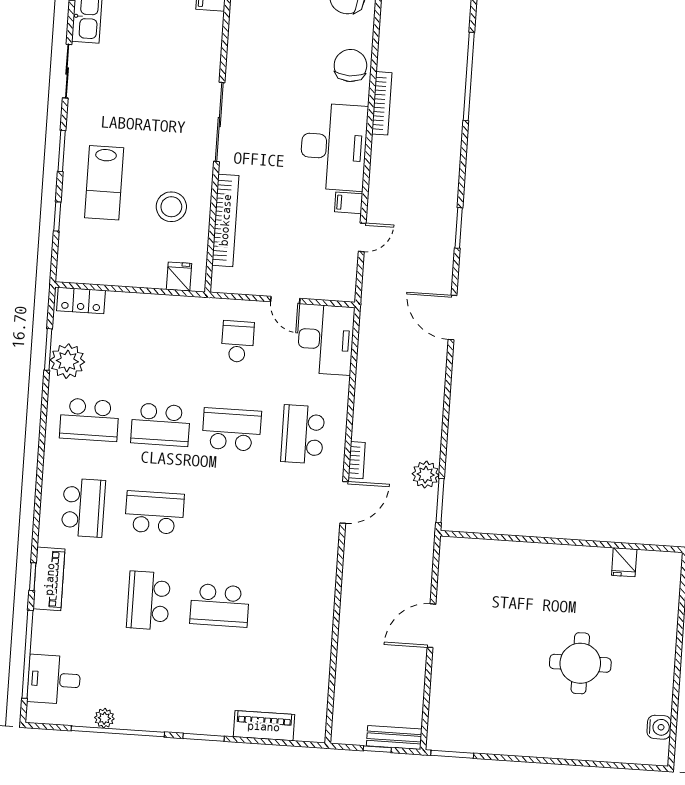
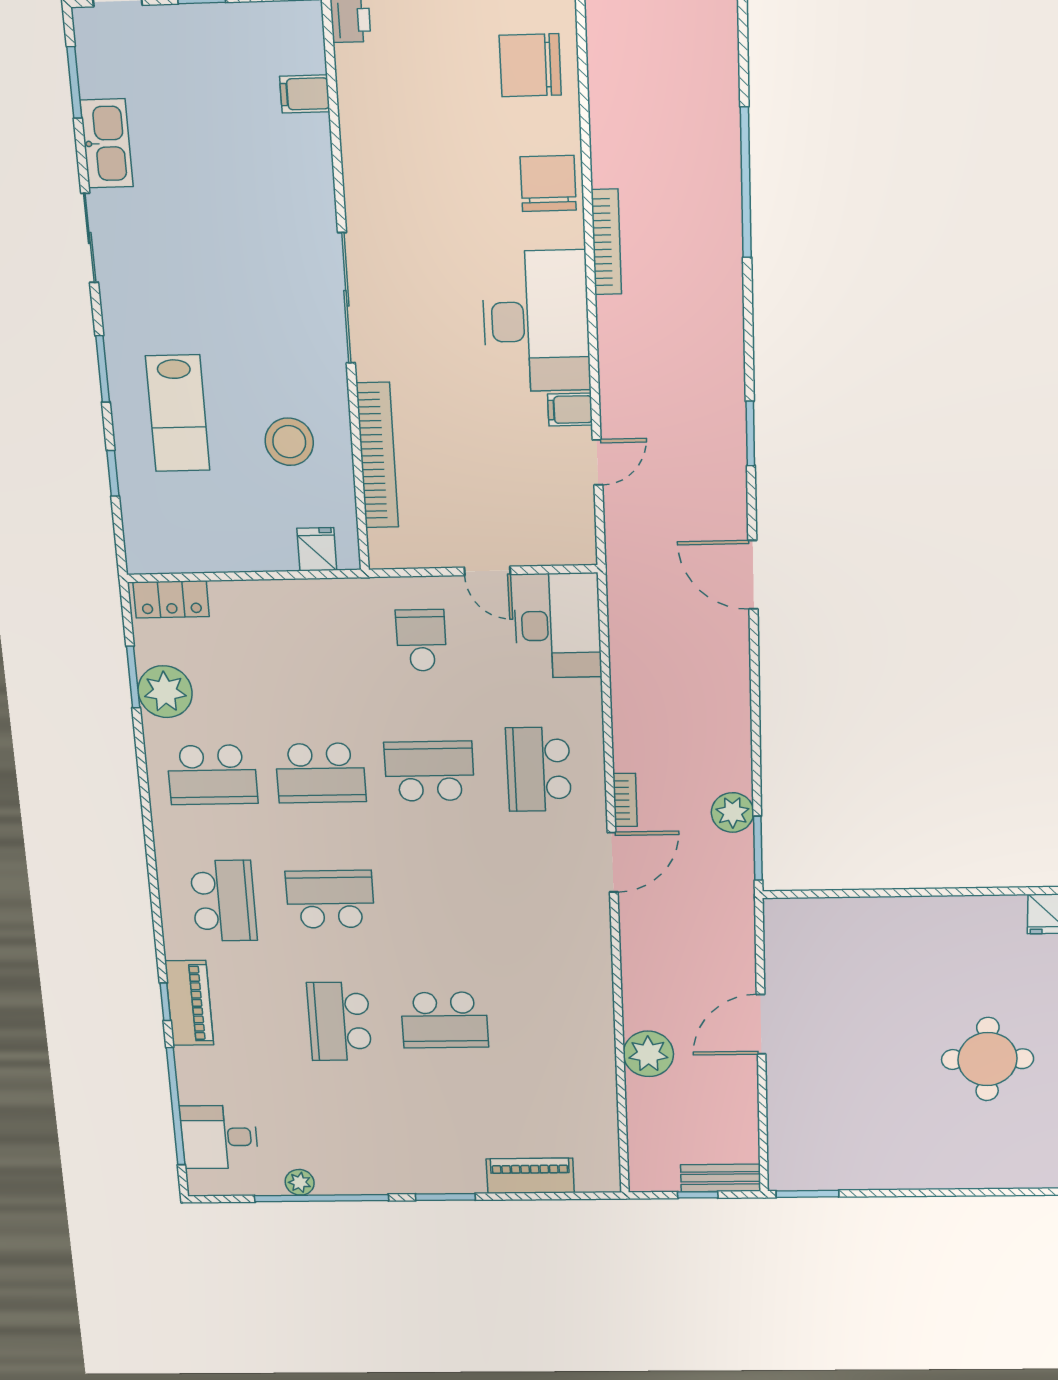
plant: (354, 641) -> (648, 1054), added

